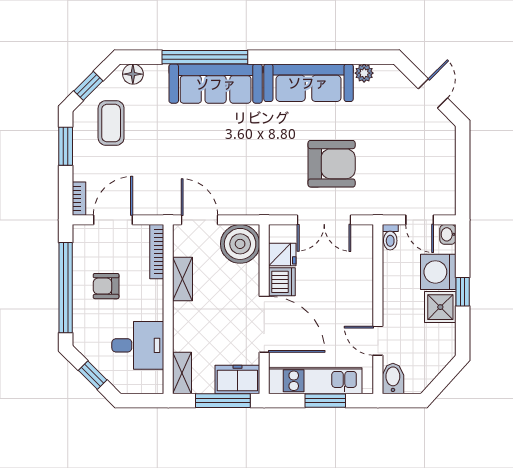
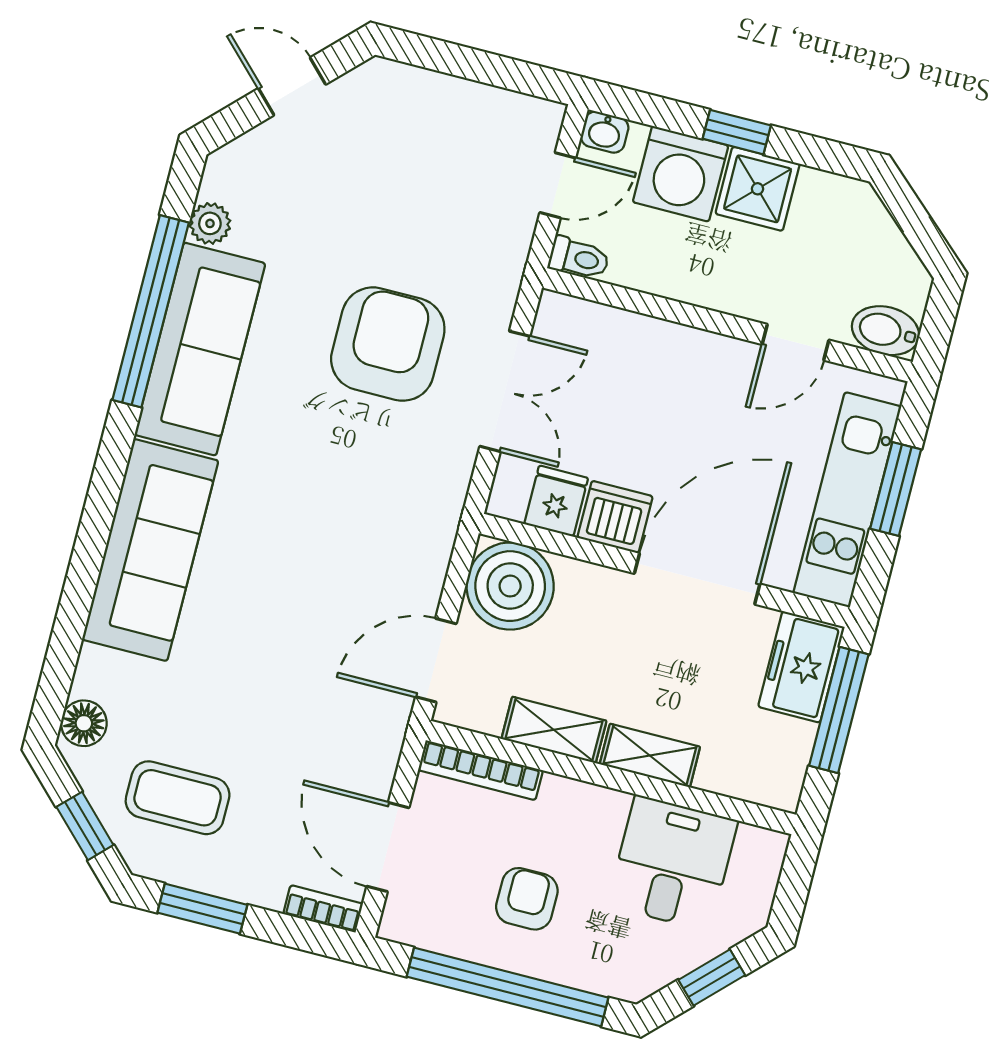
window: (205, 57) -> (151, 311), moved
armchair: (106, 286) -> (527, 899), turned 180
shelving: (182, 373) -> (650, 755), moved

